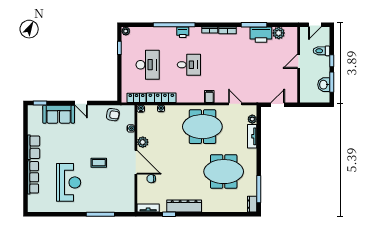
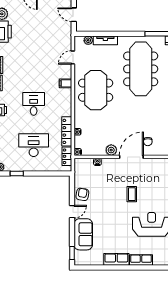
armchair: (113, 115) -> (82, 194), moved
meeting table: (224, 172) -> (141, 69), width x1.36
row of seats: (33, 177) -> (141, 260), width x0.68

